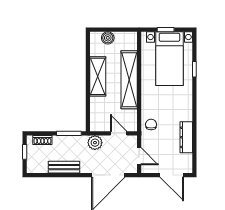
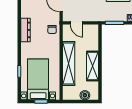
dresser: (186, 137) -> (25, 30), moved
plant: (95, 143) -> (95, 16), removed

